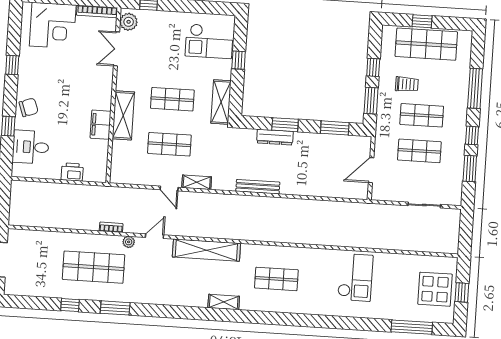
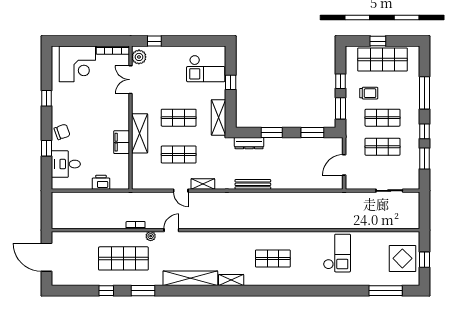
dresser: (275, 137) -> (249, 143), moved
shelving: (206, 250) -> (190, 278), moved

